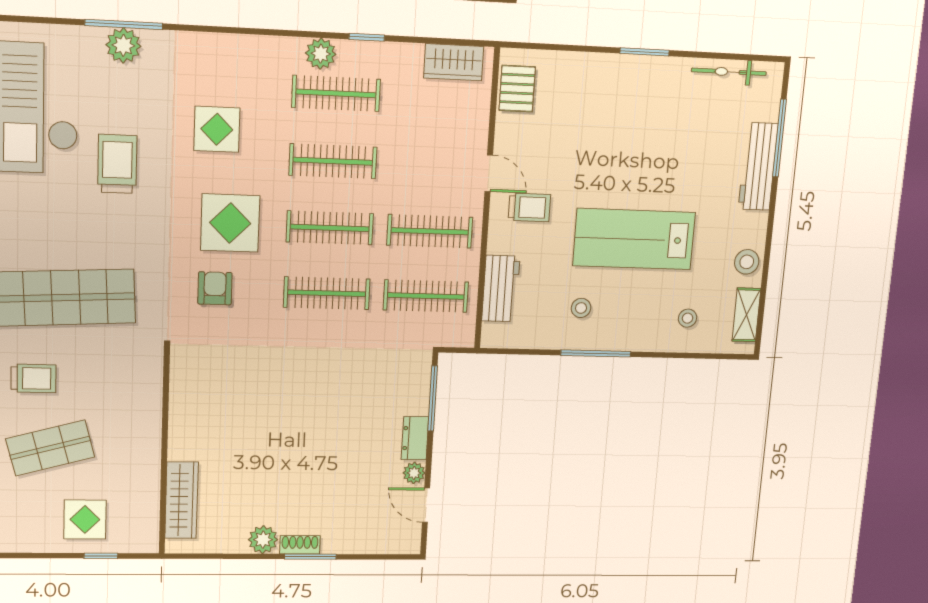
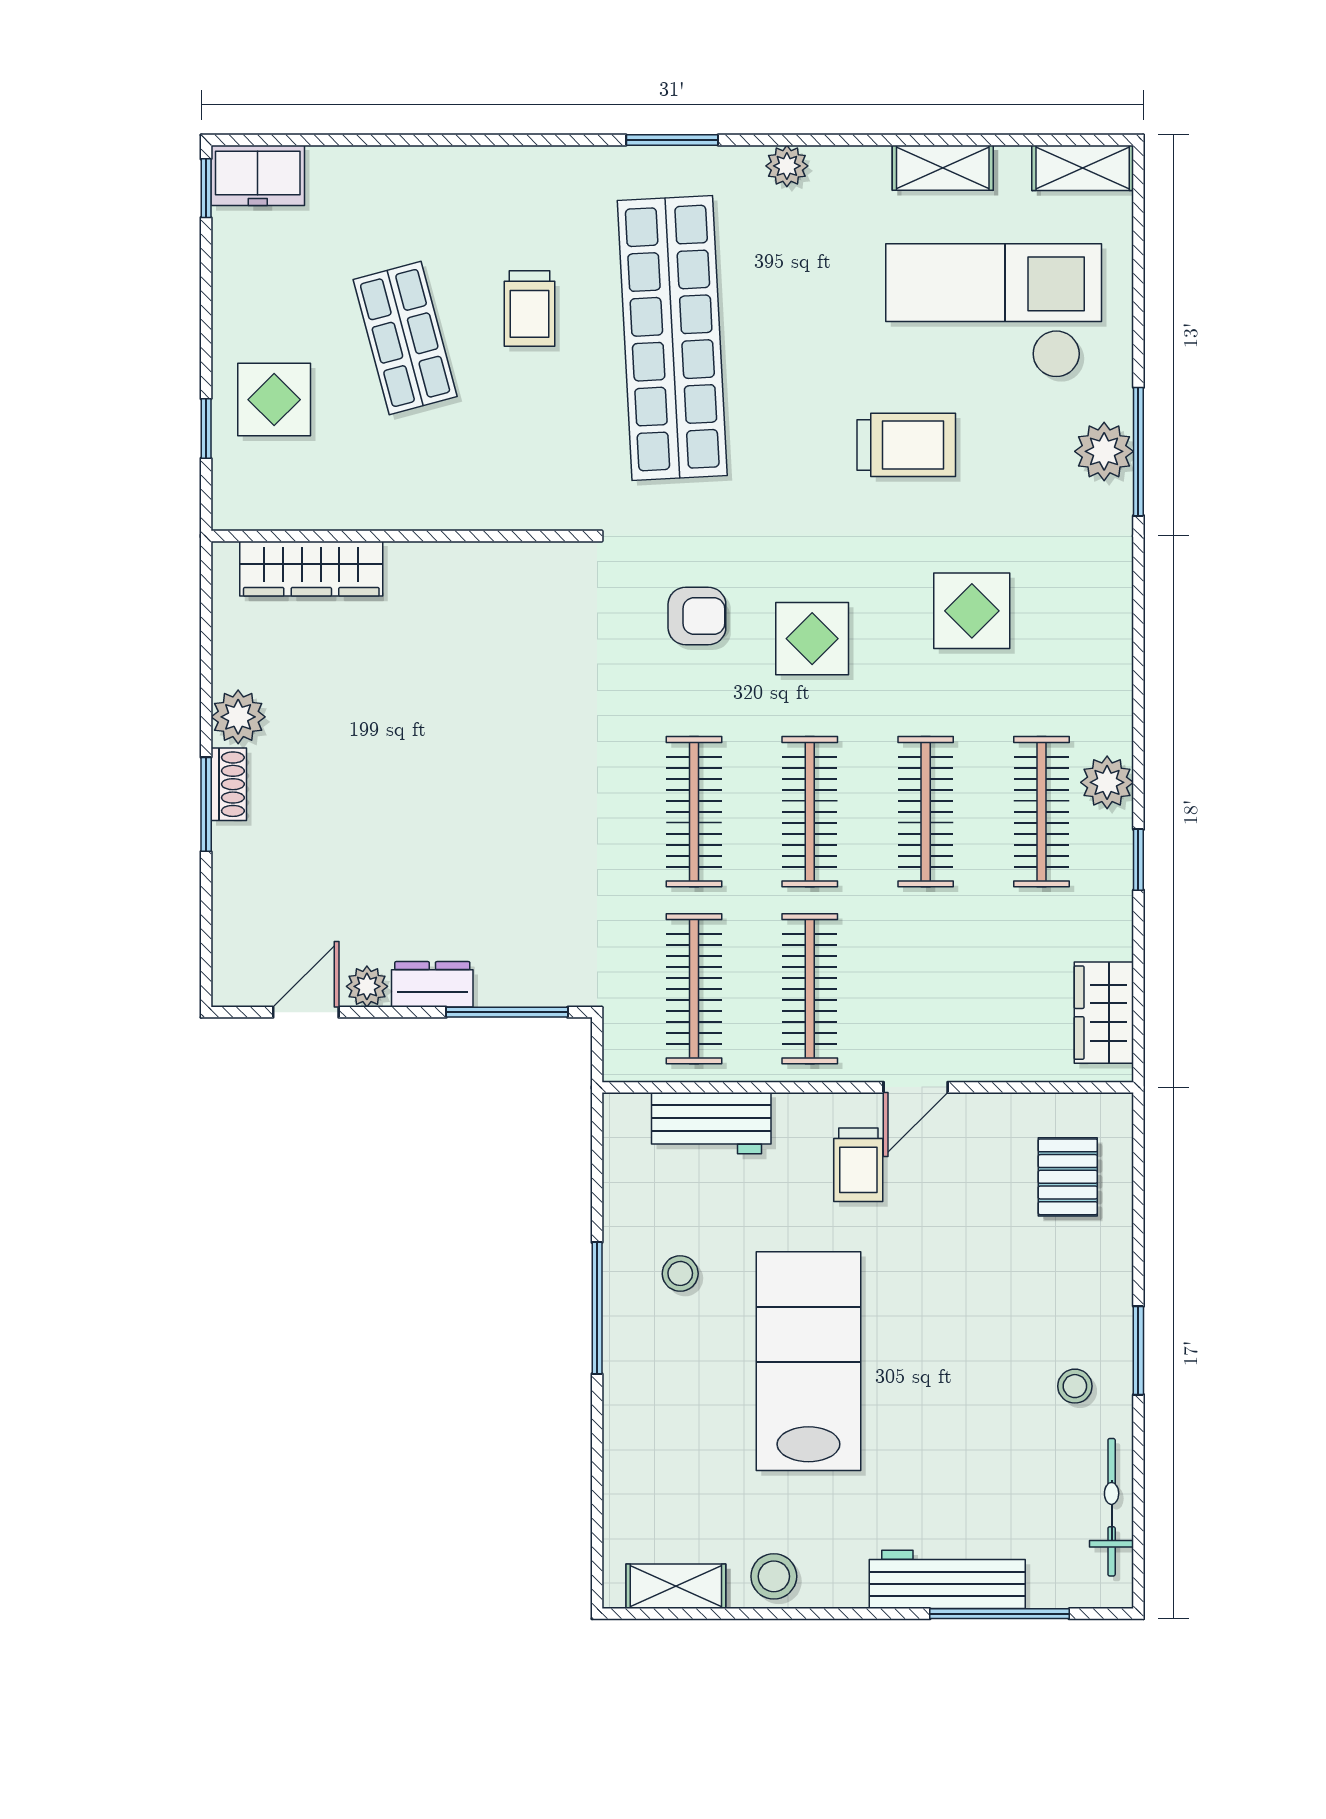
pallet: (517, 89) -> (1068, 1177), moved, turned 90
display table: (230, 223) -> (812, 639), width x0.73, depth x0.73
stool: (688, 318) -> (1075, 1386), moved

